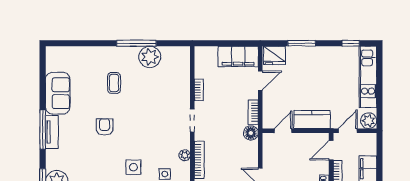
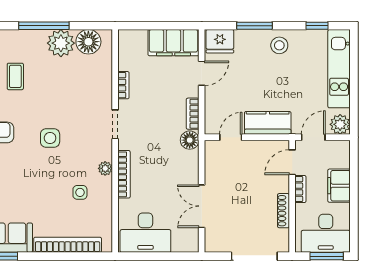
floor lamp: (171, 56) -> (88, 42), added
stool: (321, 59) -> (279, 45), added
side table: (133, 167) -> (50, 138), moved

